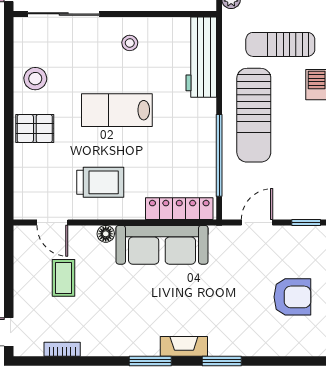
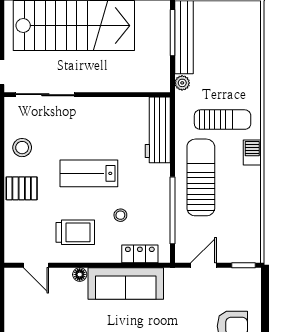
stool: (130, 43) -> (120, 215), moved
sun lounger: (280, 44) -> (223, 120), turned 180
sun lounger: (254, 115) -> (201, 177), turned 180
locker: (179, 209) -> (140, 254), width x0.66
coffee table: (64, 278) -> (45, 311), removed

